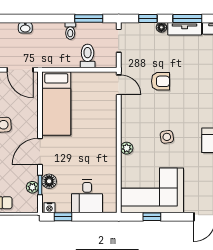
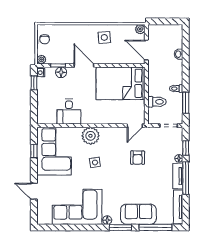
window: (187, 18) -> (186, 178), width x1.44
door: (20, 70) -> (146, 50), hinge flipped
bed: (56, 103) -> (121, 83), width x1.50
plant: (127, 148) -> (90, 136), width x1.88, depth x1.88
plant: (32, 187) -> (41, 60), moved
desk: (87, 196) -> (69, 112), moved, turned -90

